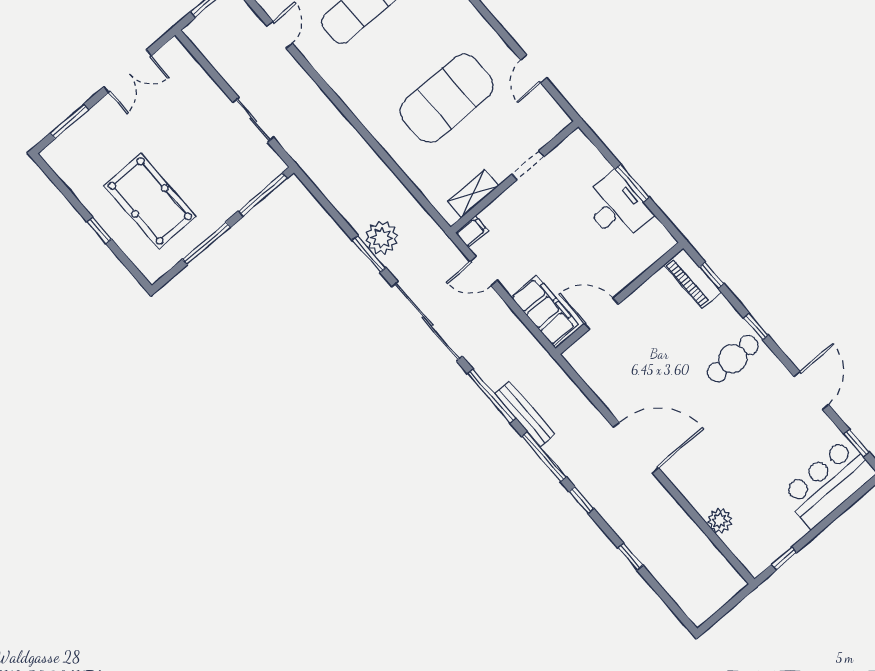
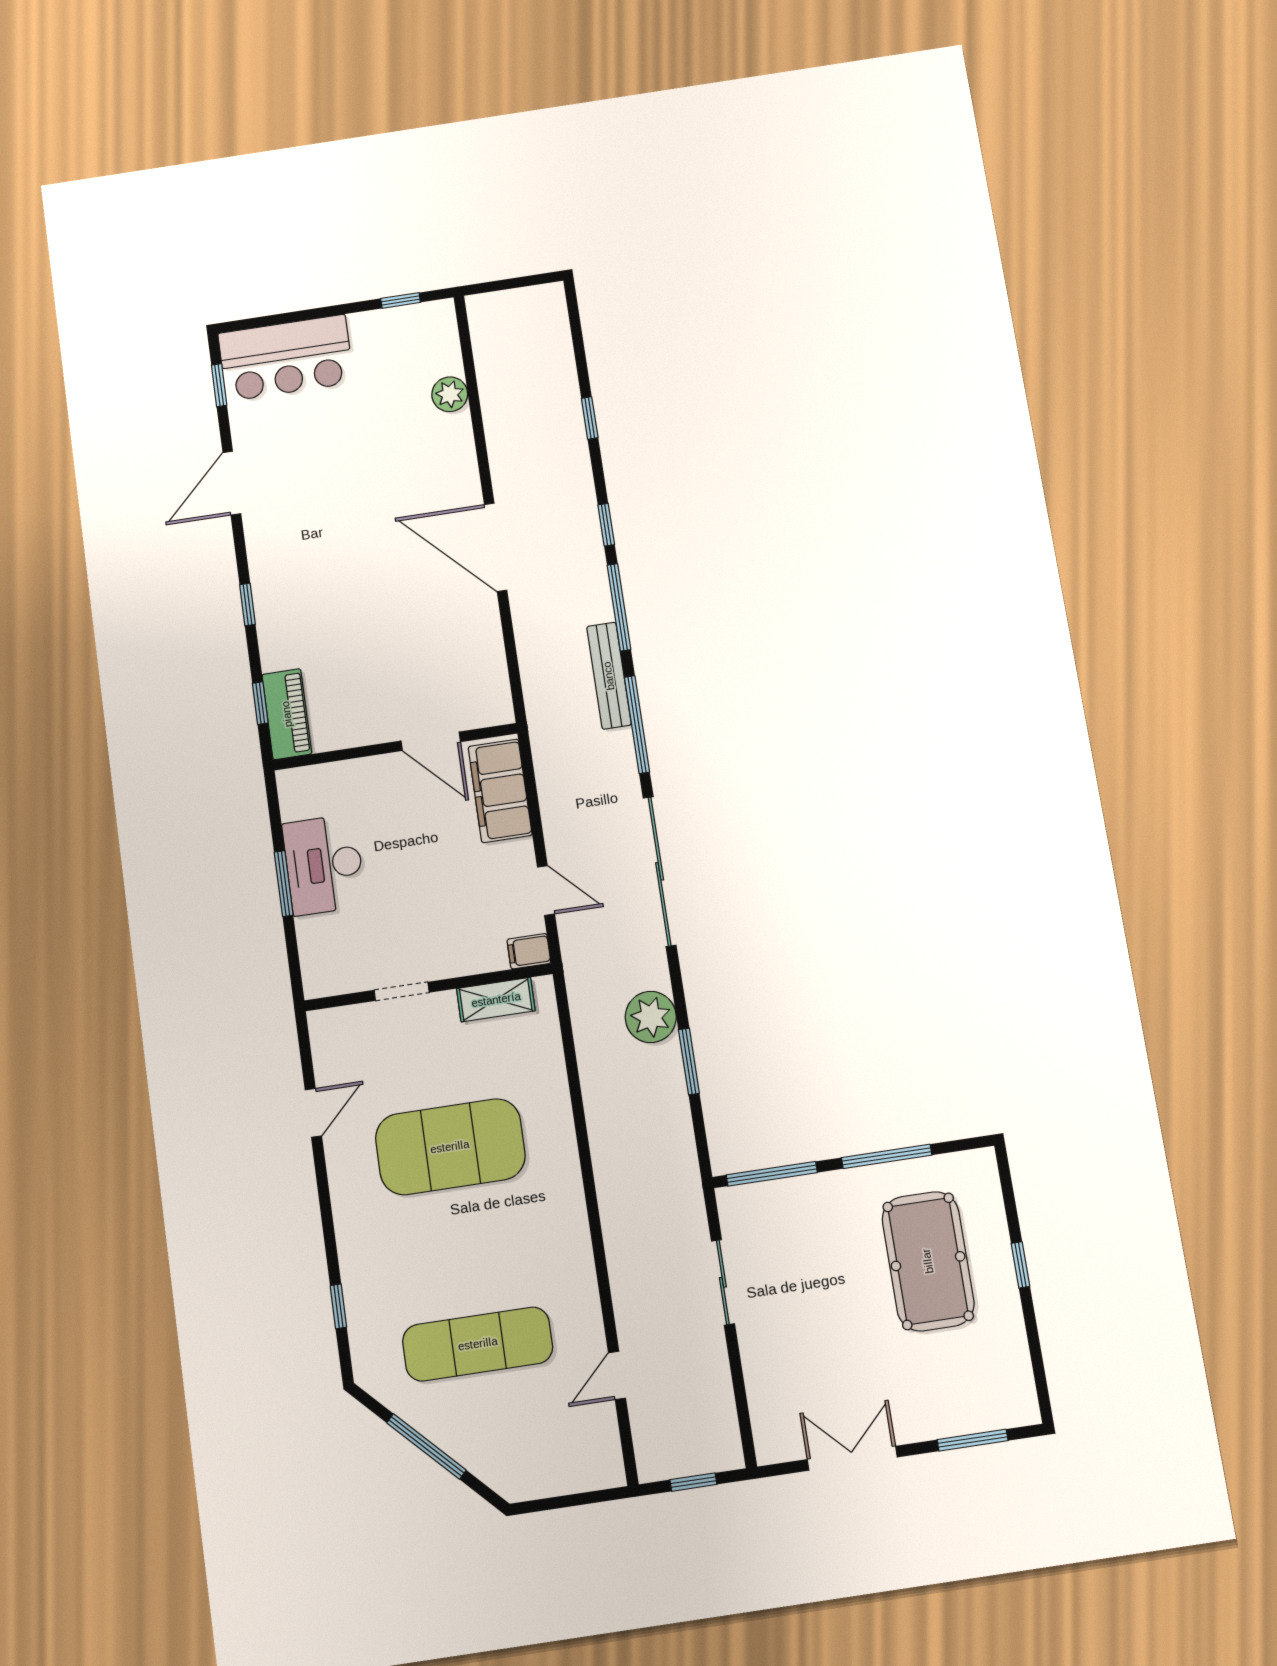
window: (369, 254) -> (689, 1061), moved
cafe table: (733, 359) -> (303, 583), removed

